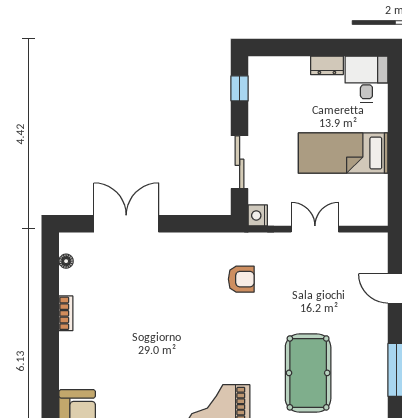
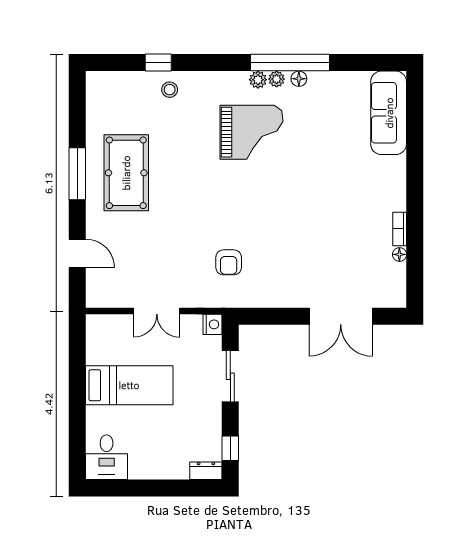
dresser: (327, 65) -> (206, 471), moved
floor lamp: (66, 261) -> (399, 254), moved
armchair: (241, 279) -> (229, 262), turned -90
pool table: (308, 373) -> (126, 173), moved

